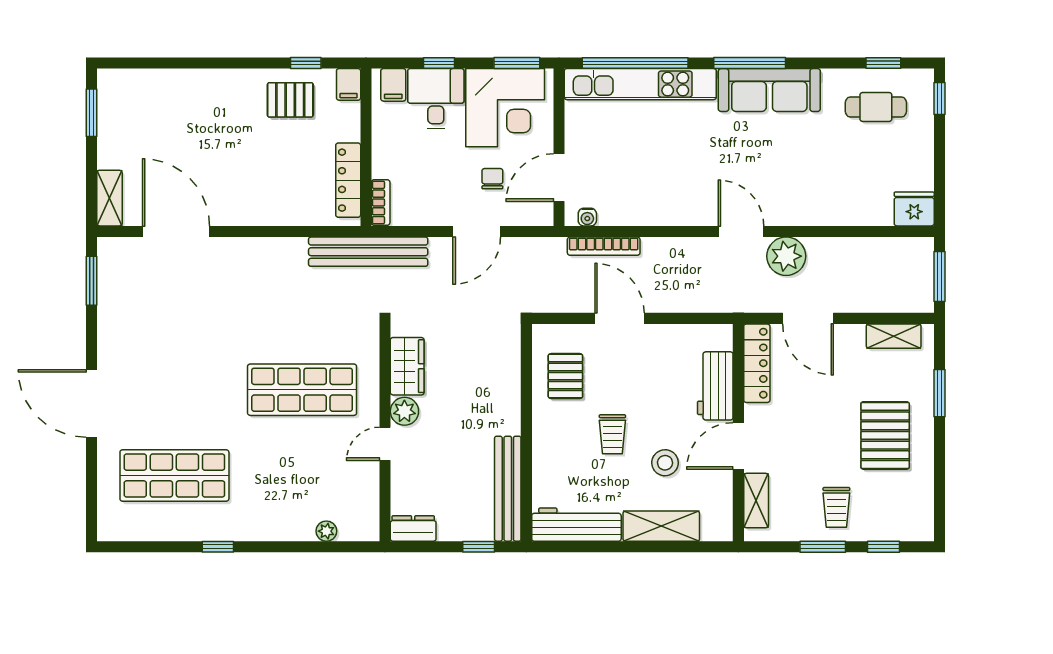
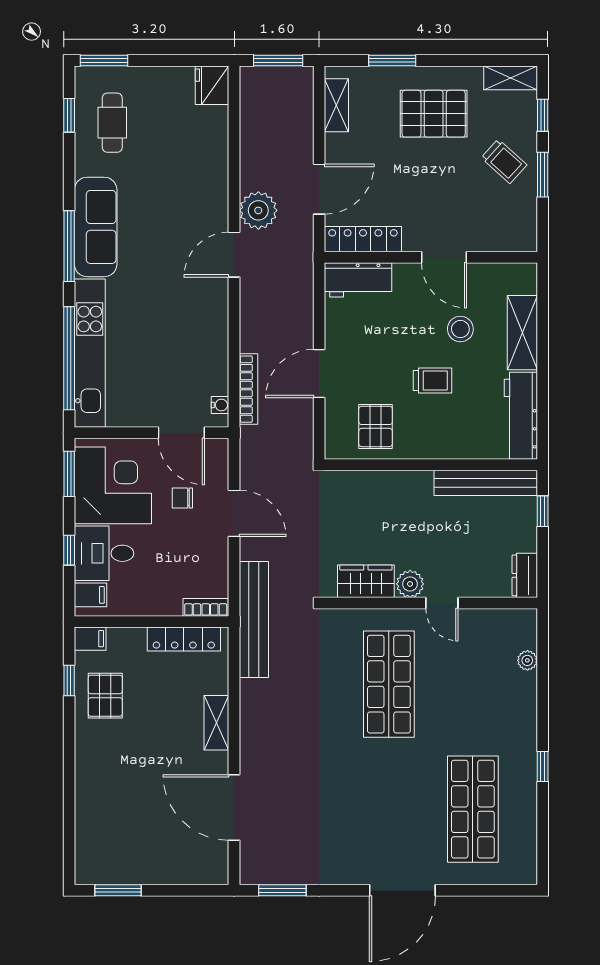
window: (939, 99) -> (104, 60), width x1.50
shelving: (109, 198) -> (216, 723), moved, turned 90
door: (176, 231) -> (234, 807), hinge flipped
pallet: (565, 376) -> (376, 426), turned 90
workbench: (715, 386) -> (358, 280), moved
shelving: (756, 501) -> (511, 78), moved
trolley: (836, 507) -> (504, 161), turned 42

